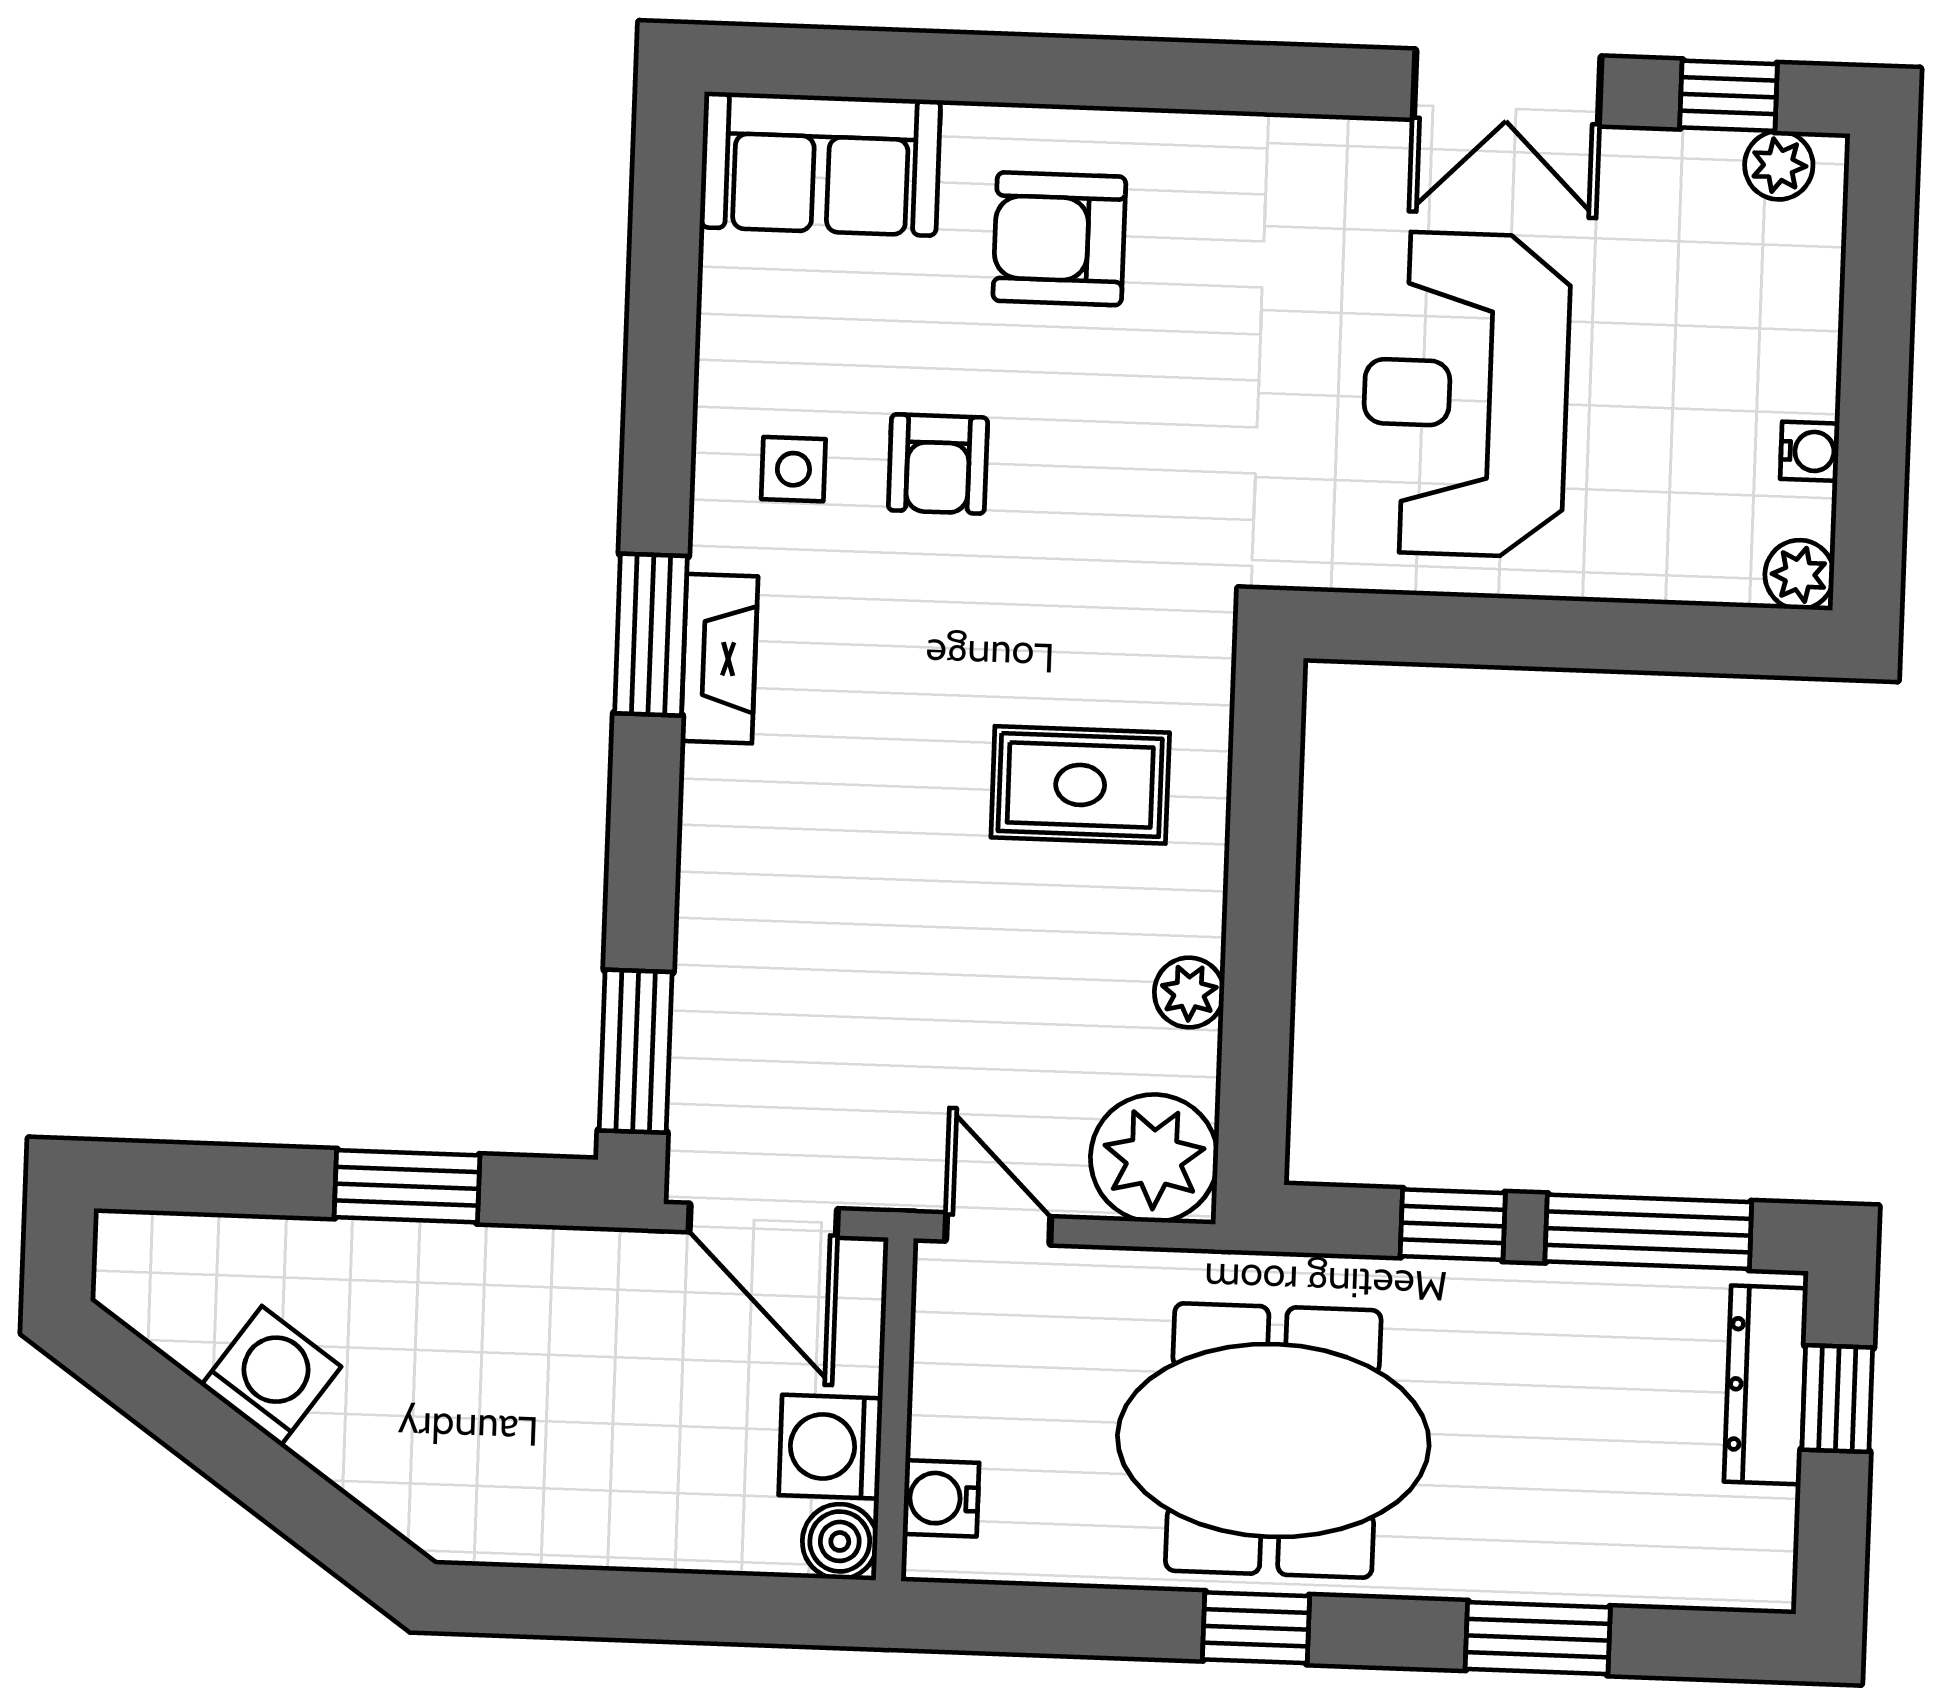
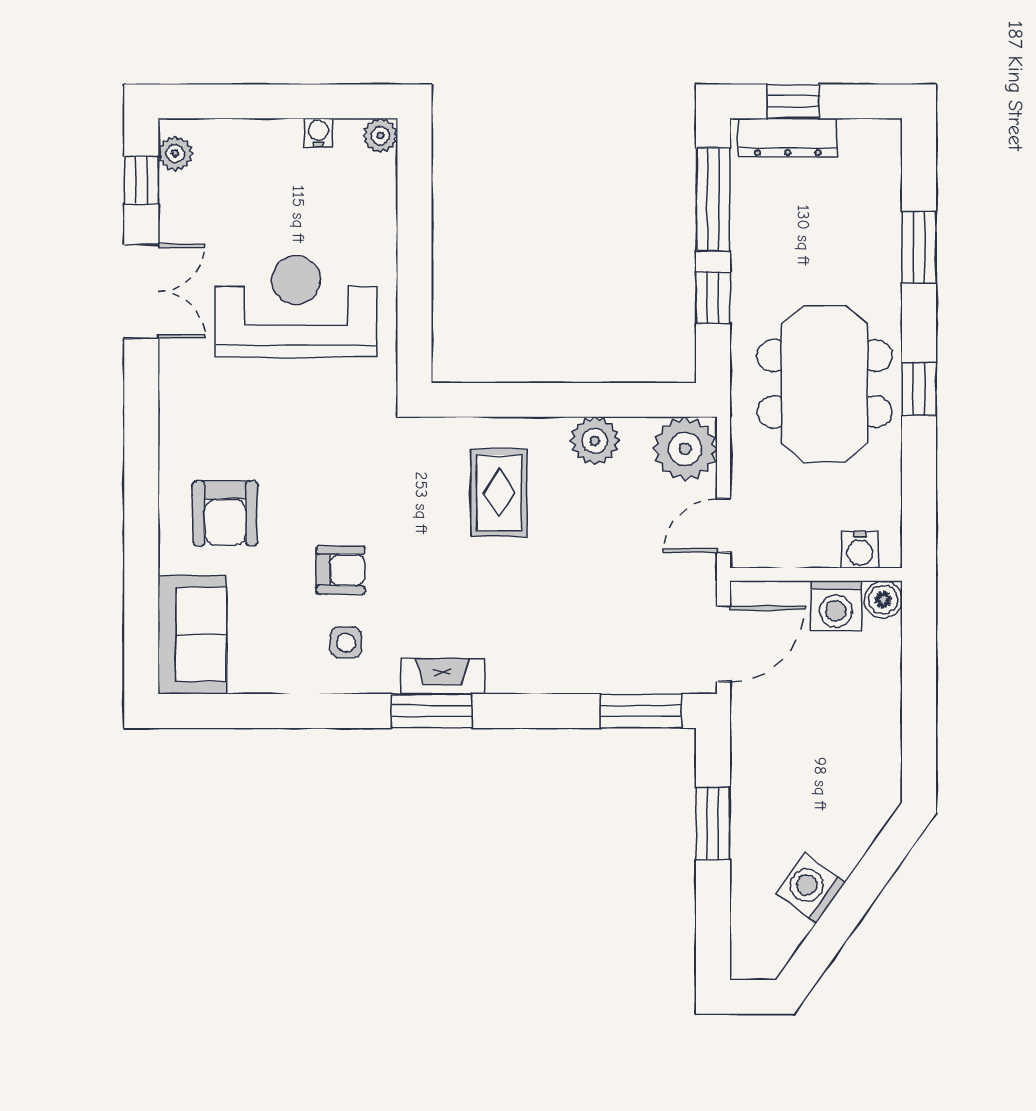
reception desk: (1465, 394) -> (296, 307), turned 180
plant: (1189, 993) -> (595, 441), width x1.38, depth x1.38

